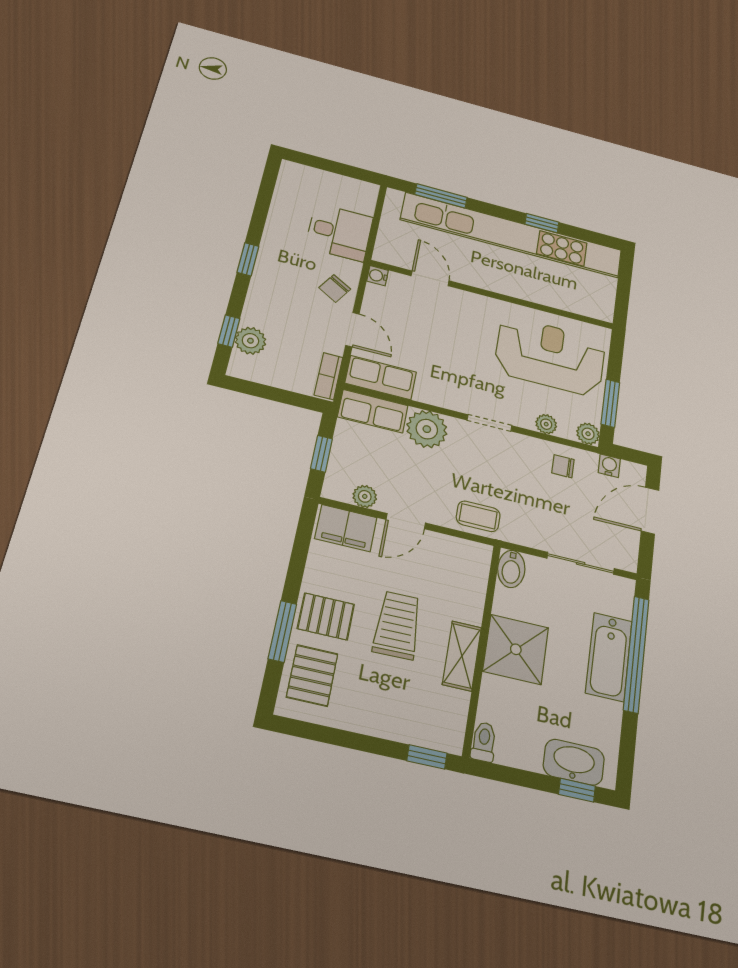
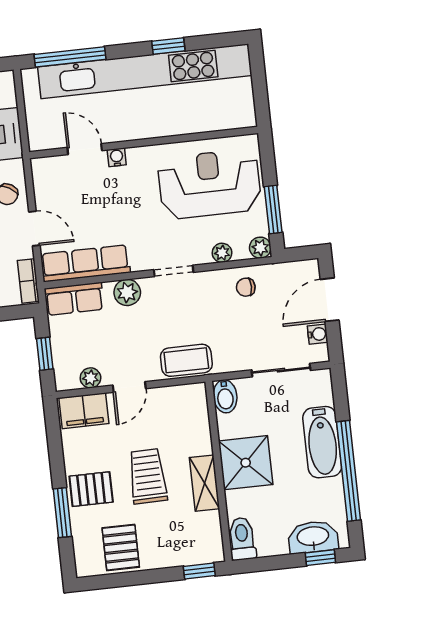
window: (441, 196) -> (70, 57), width x1.44
water cooler: (378, 276) -> (117, 157), moved, turned 90
row of seats: (381, 378) -> (85, 263), width x1.48
plant: (427, 429) -> (127, 292), width x0.73, depth x0.73
water cooler: (609, 466) -> (318, 334), moved, turned 90
coffee table: (478, 516) -> (186, 360), width x1.36, depth x1.30
window: (636, 654) -> (349, 471), moved
pallet: (312, 675) -> (121, 547), moved
toilet: (484, 742) -> (242, 539), width x1.37, depth x1.39

